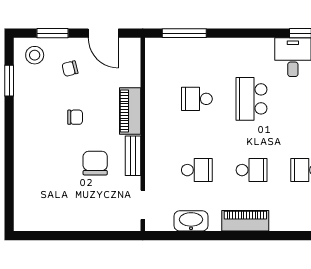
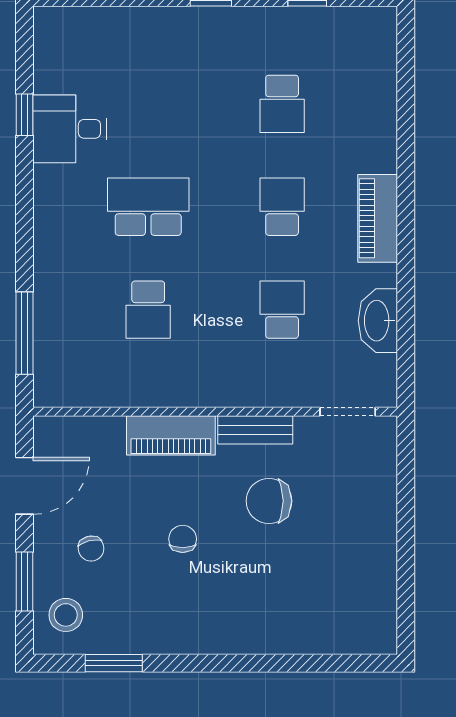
school desk: (252, 99) -> (148, 207), turned 180

